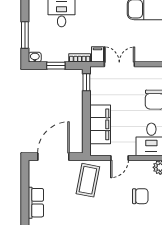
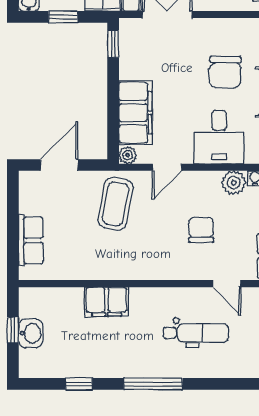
plant: (95, 150) -> (128, 155), added
door: (53, 157) -> (59, 165), width x0.73
chair: (140, 196) -> (201, 230), turned -90

